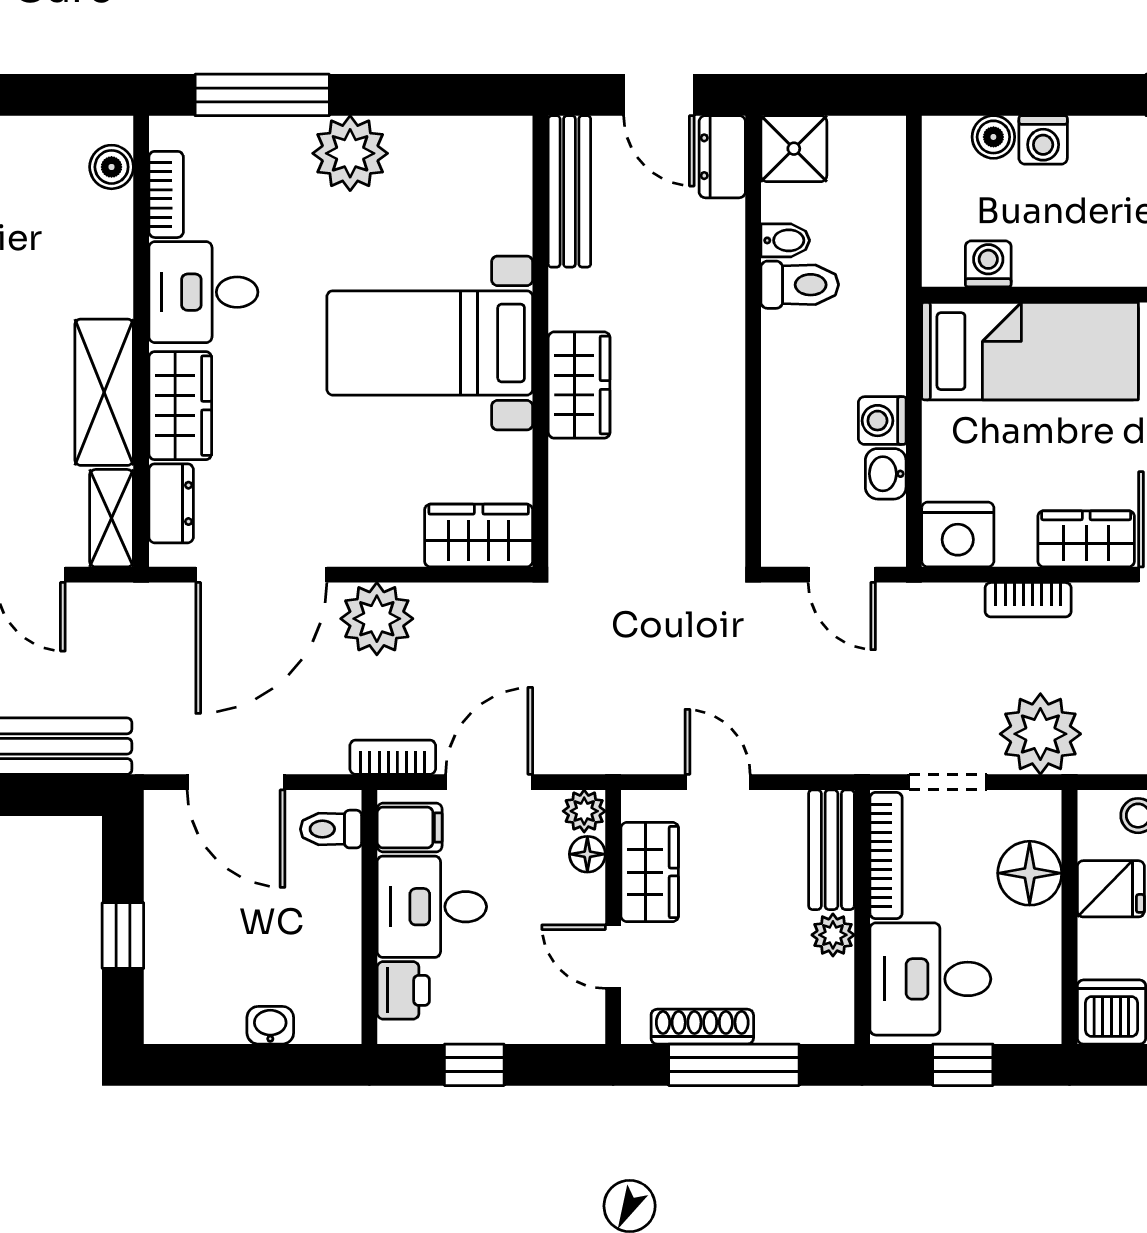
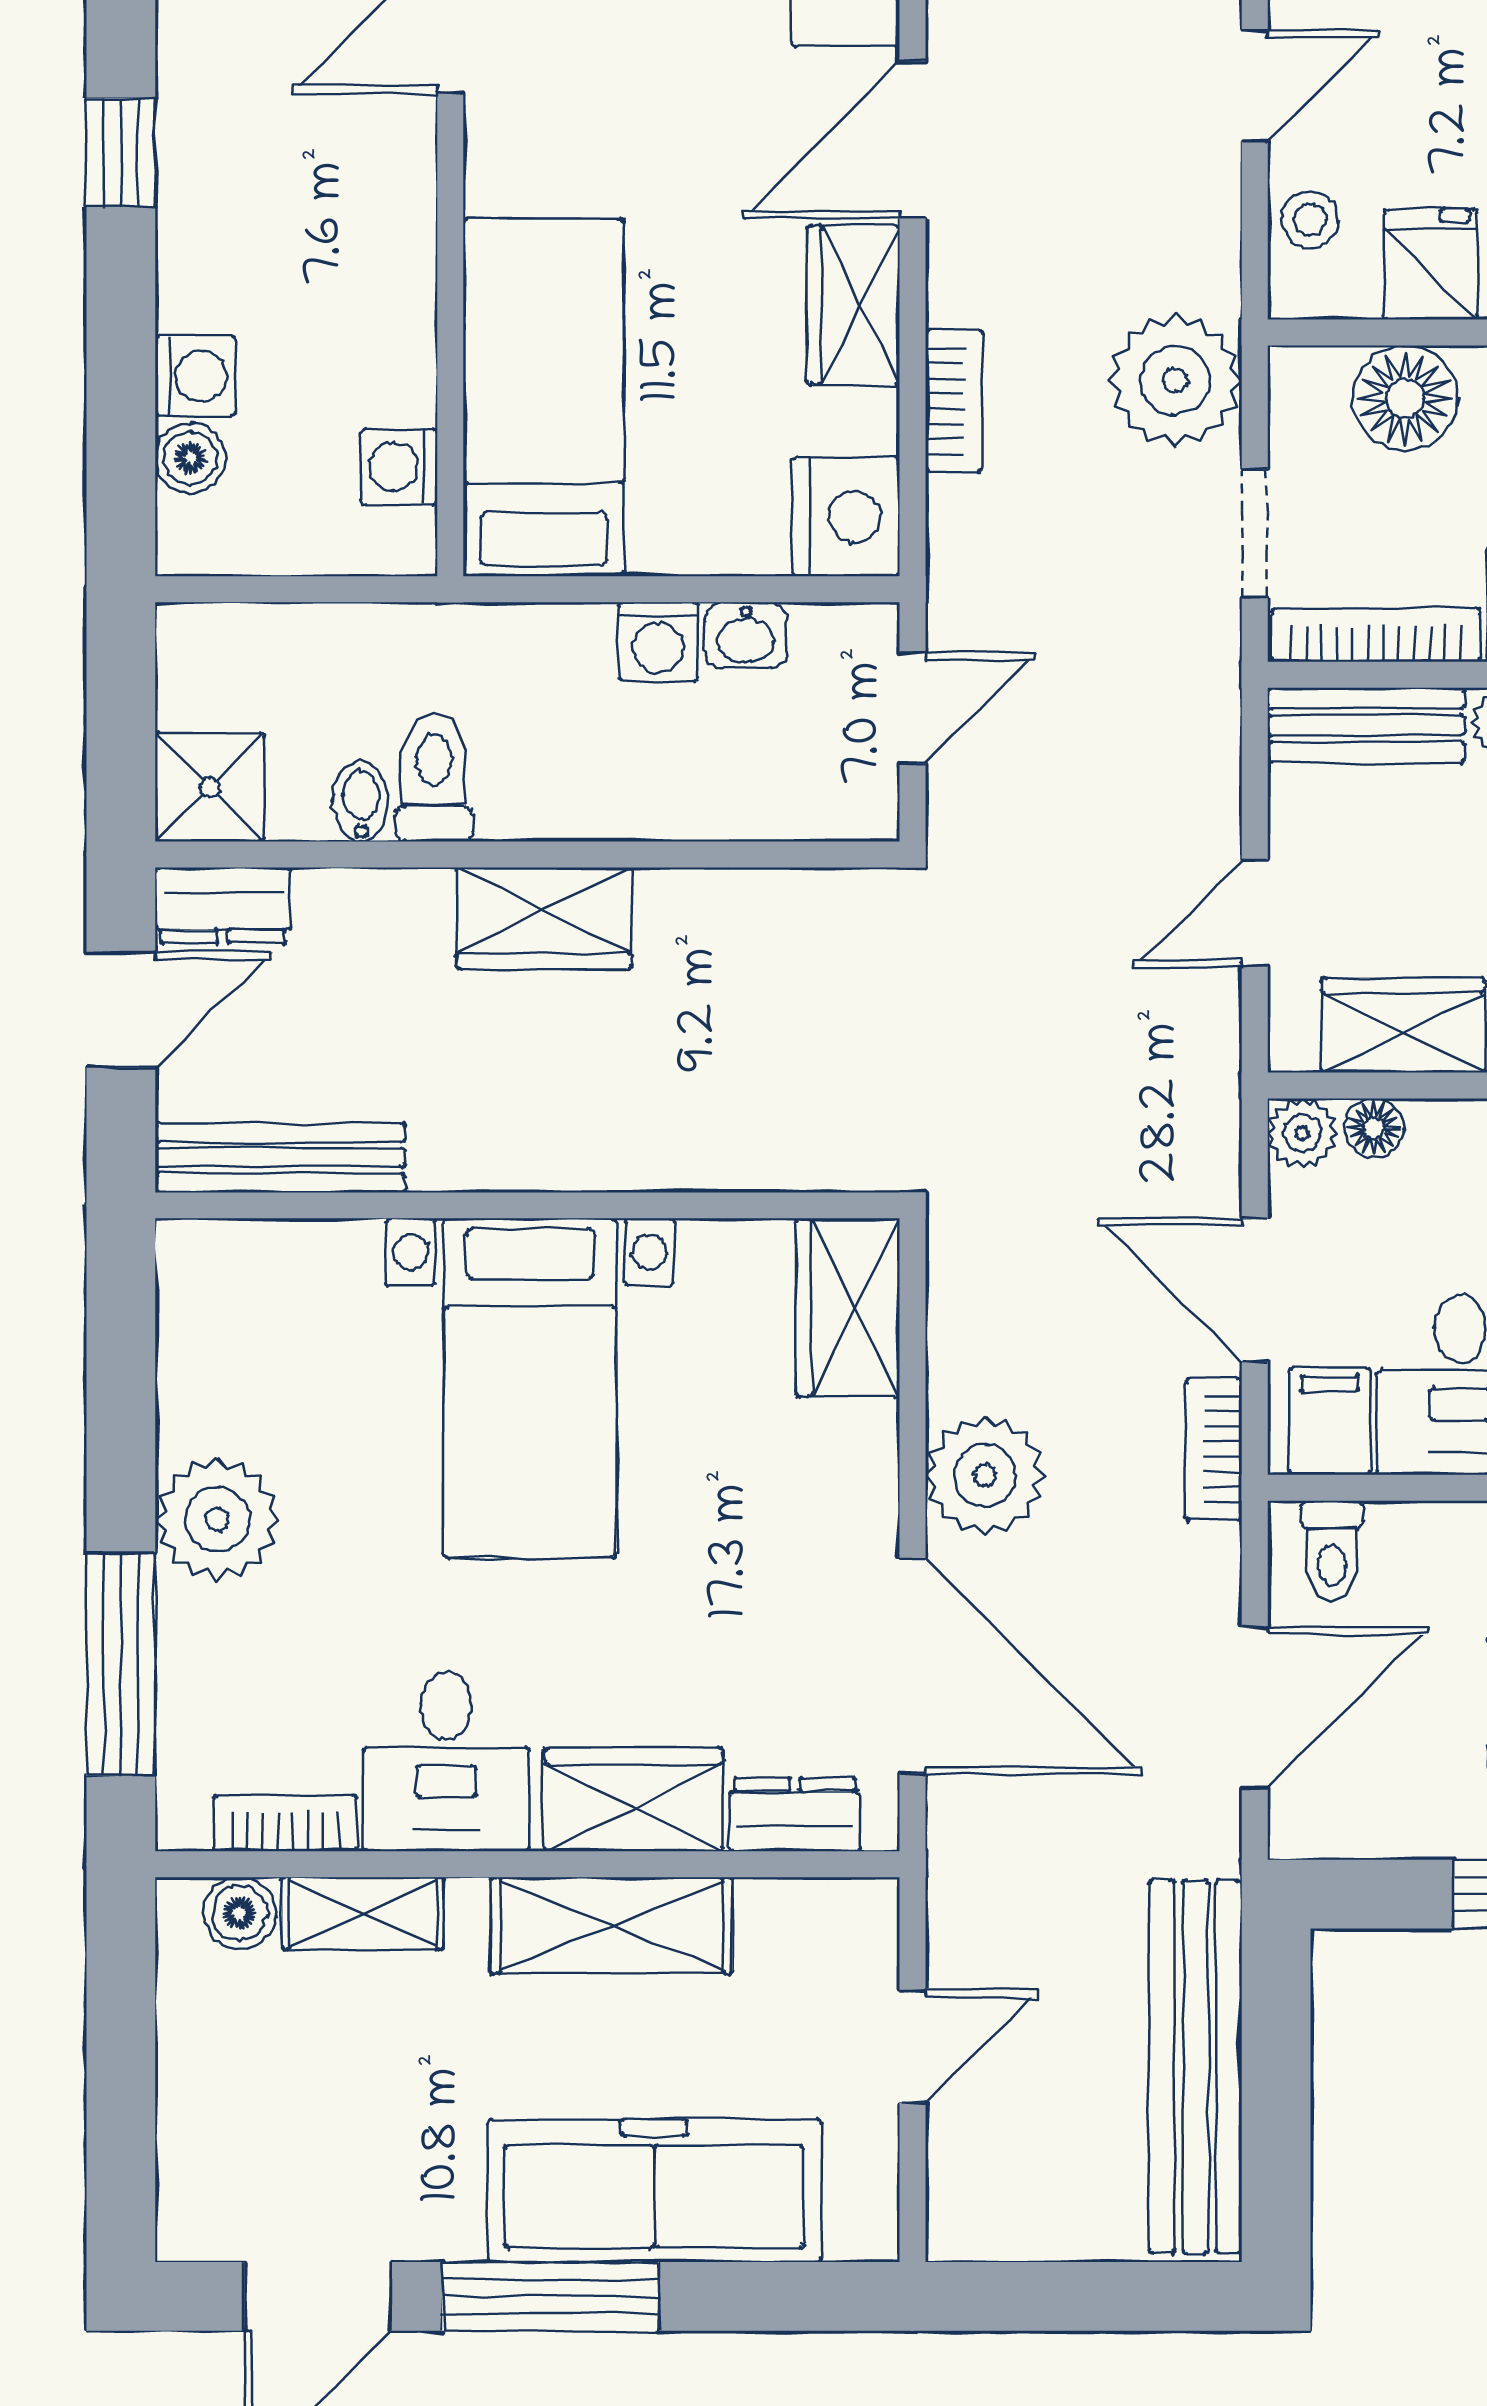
wardrobe: (579, 385) -> (544, 918), moved, turned 180
shelving: (111, 518) -> (363, 1913), moved

